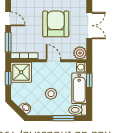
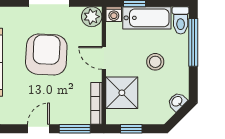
armchair: (56, 24) -> (46, 55), turned 93
door: (54, 61) -> (104, 58), hinge flipped
shower: (21, 72) -> (122, 93), moved
window: (64, 118) -> (193, 42), width x1.44

